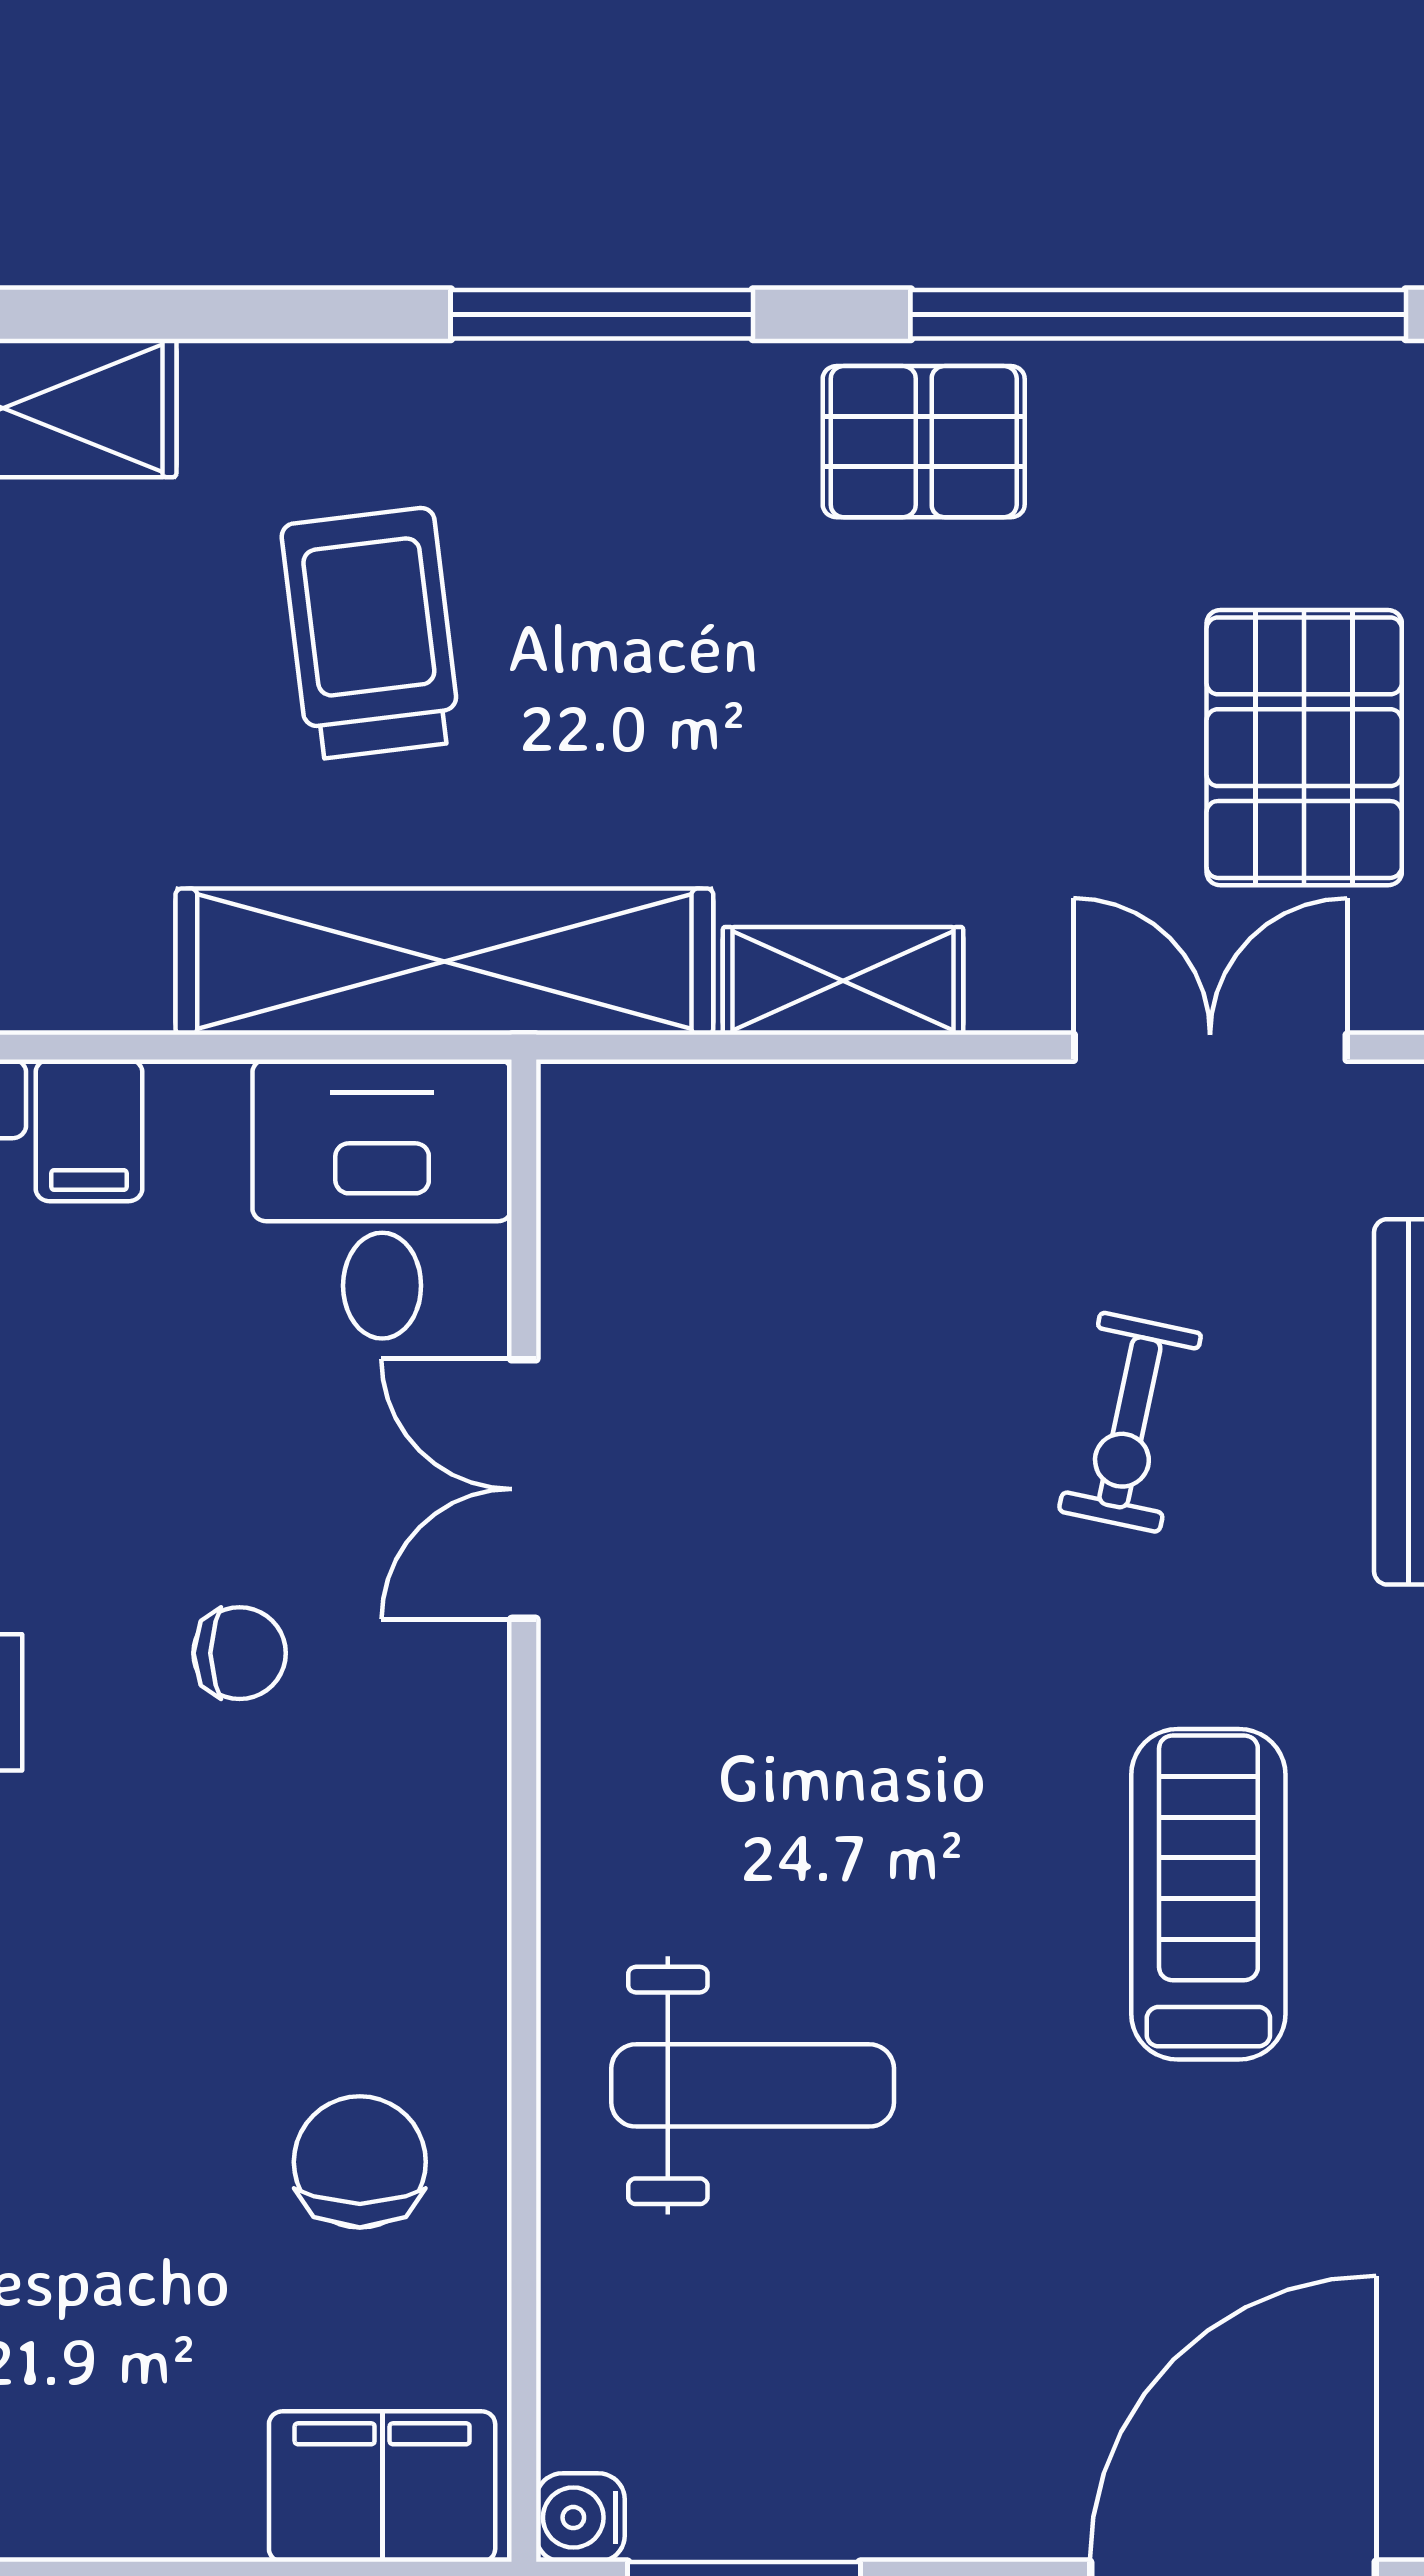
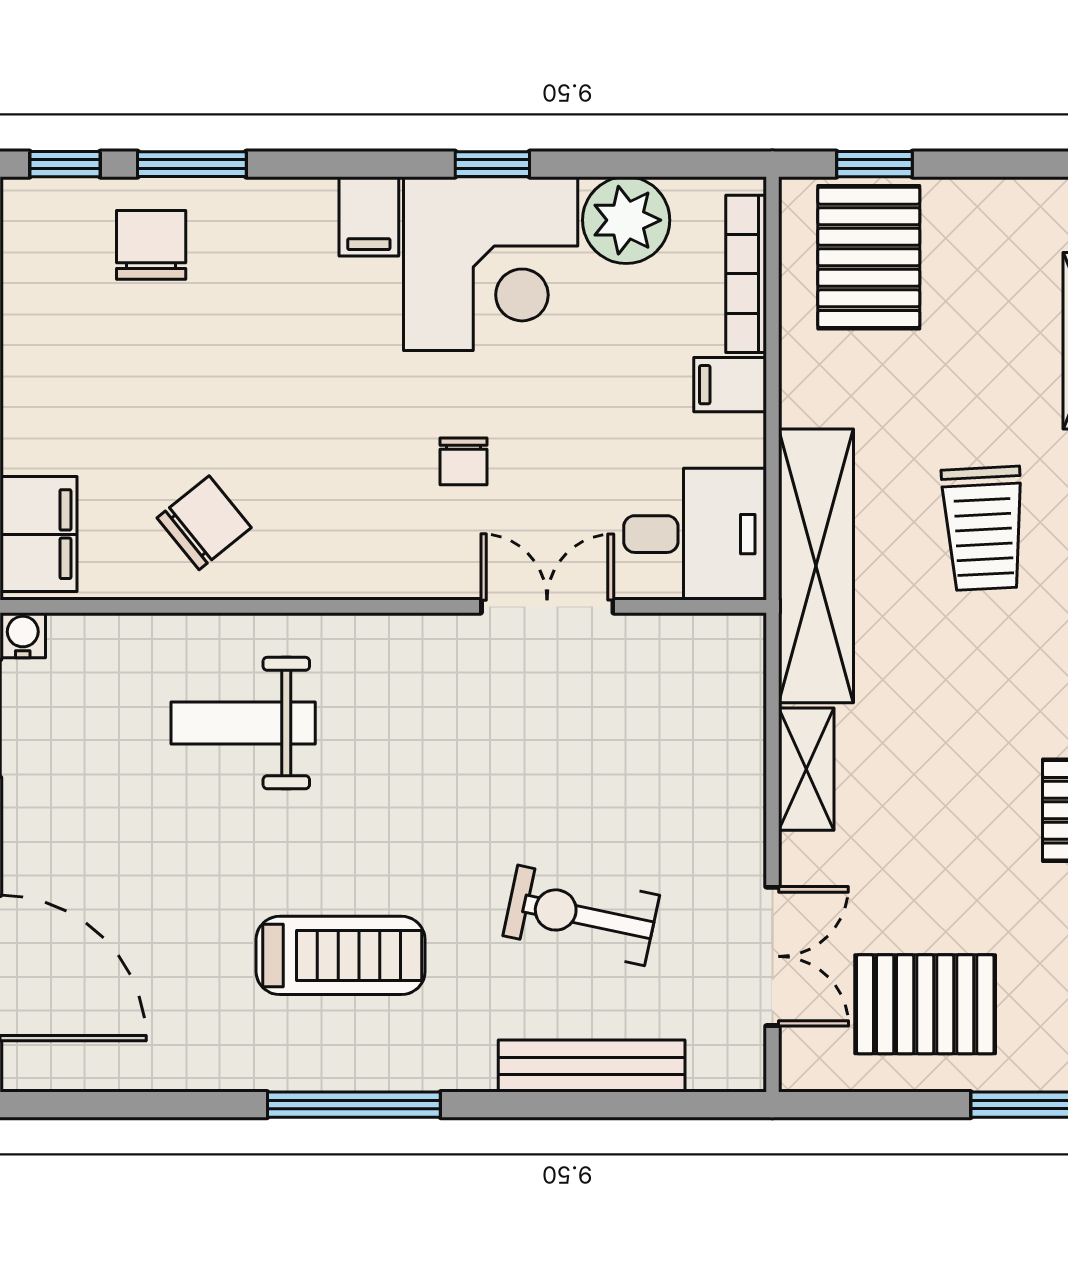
trolley: (371, 633) -> (983, 528), turned 94
exercise bike: (1130, 1422) -> (581, 915), width x1.38, depth x1.39
weight bench: (753, 2085) -> (243, 723), turned 90
chair: (360, 2162) -> (204, 523), turned -39

